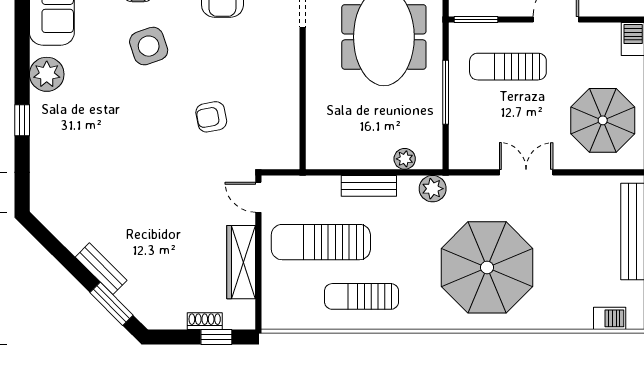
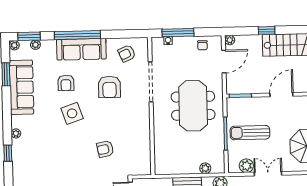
sun lounger: (508, 67) -> (250, 133), moved
plant: (47, 74) -> (16, 133), width x0.53, depth x0.53
plant: (484, 156) -> (246, 166), added

